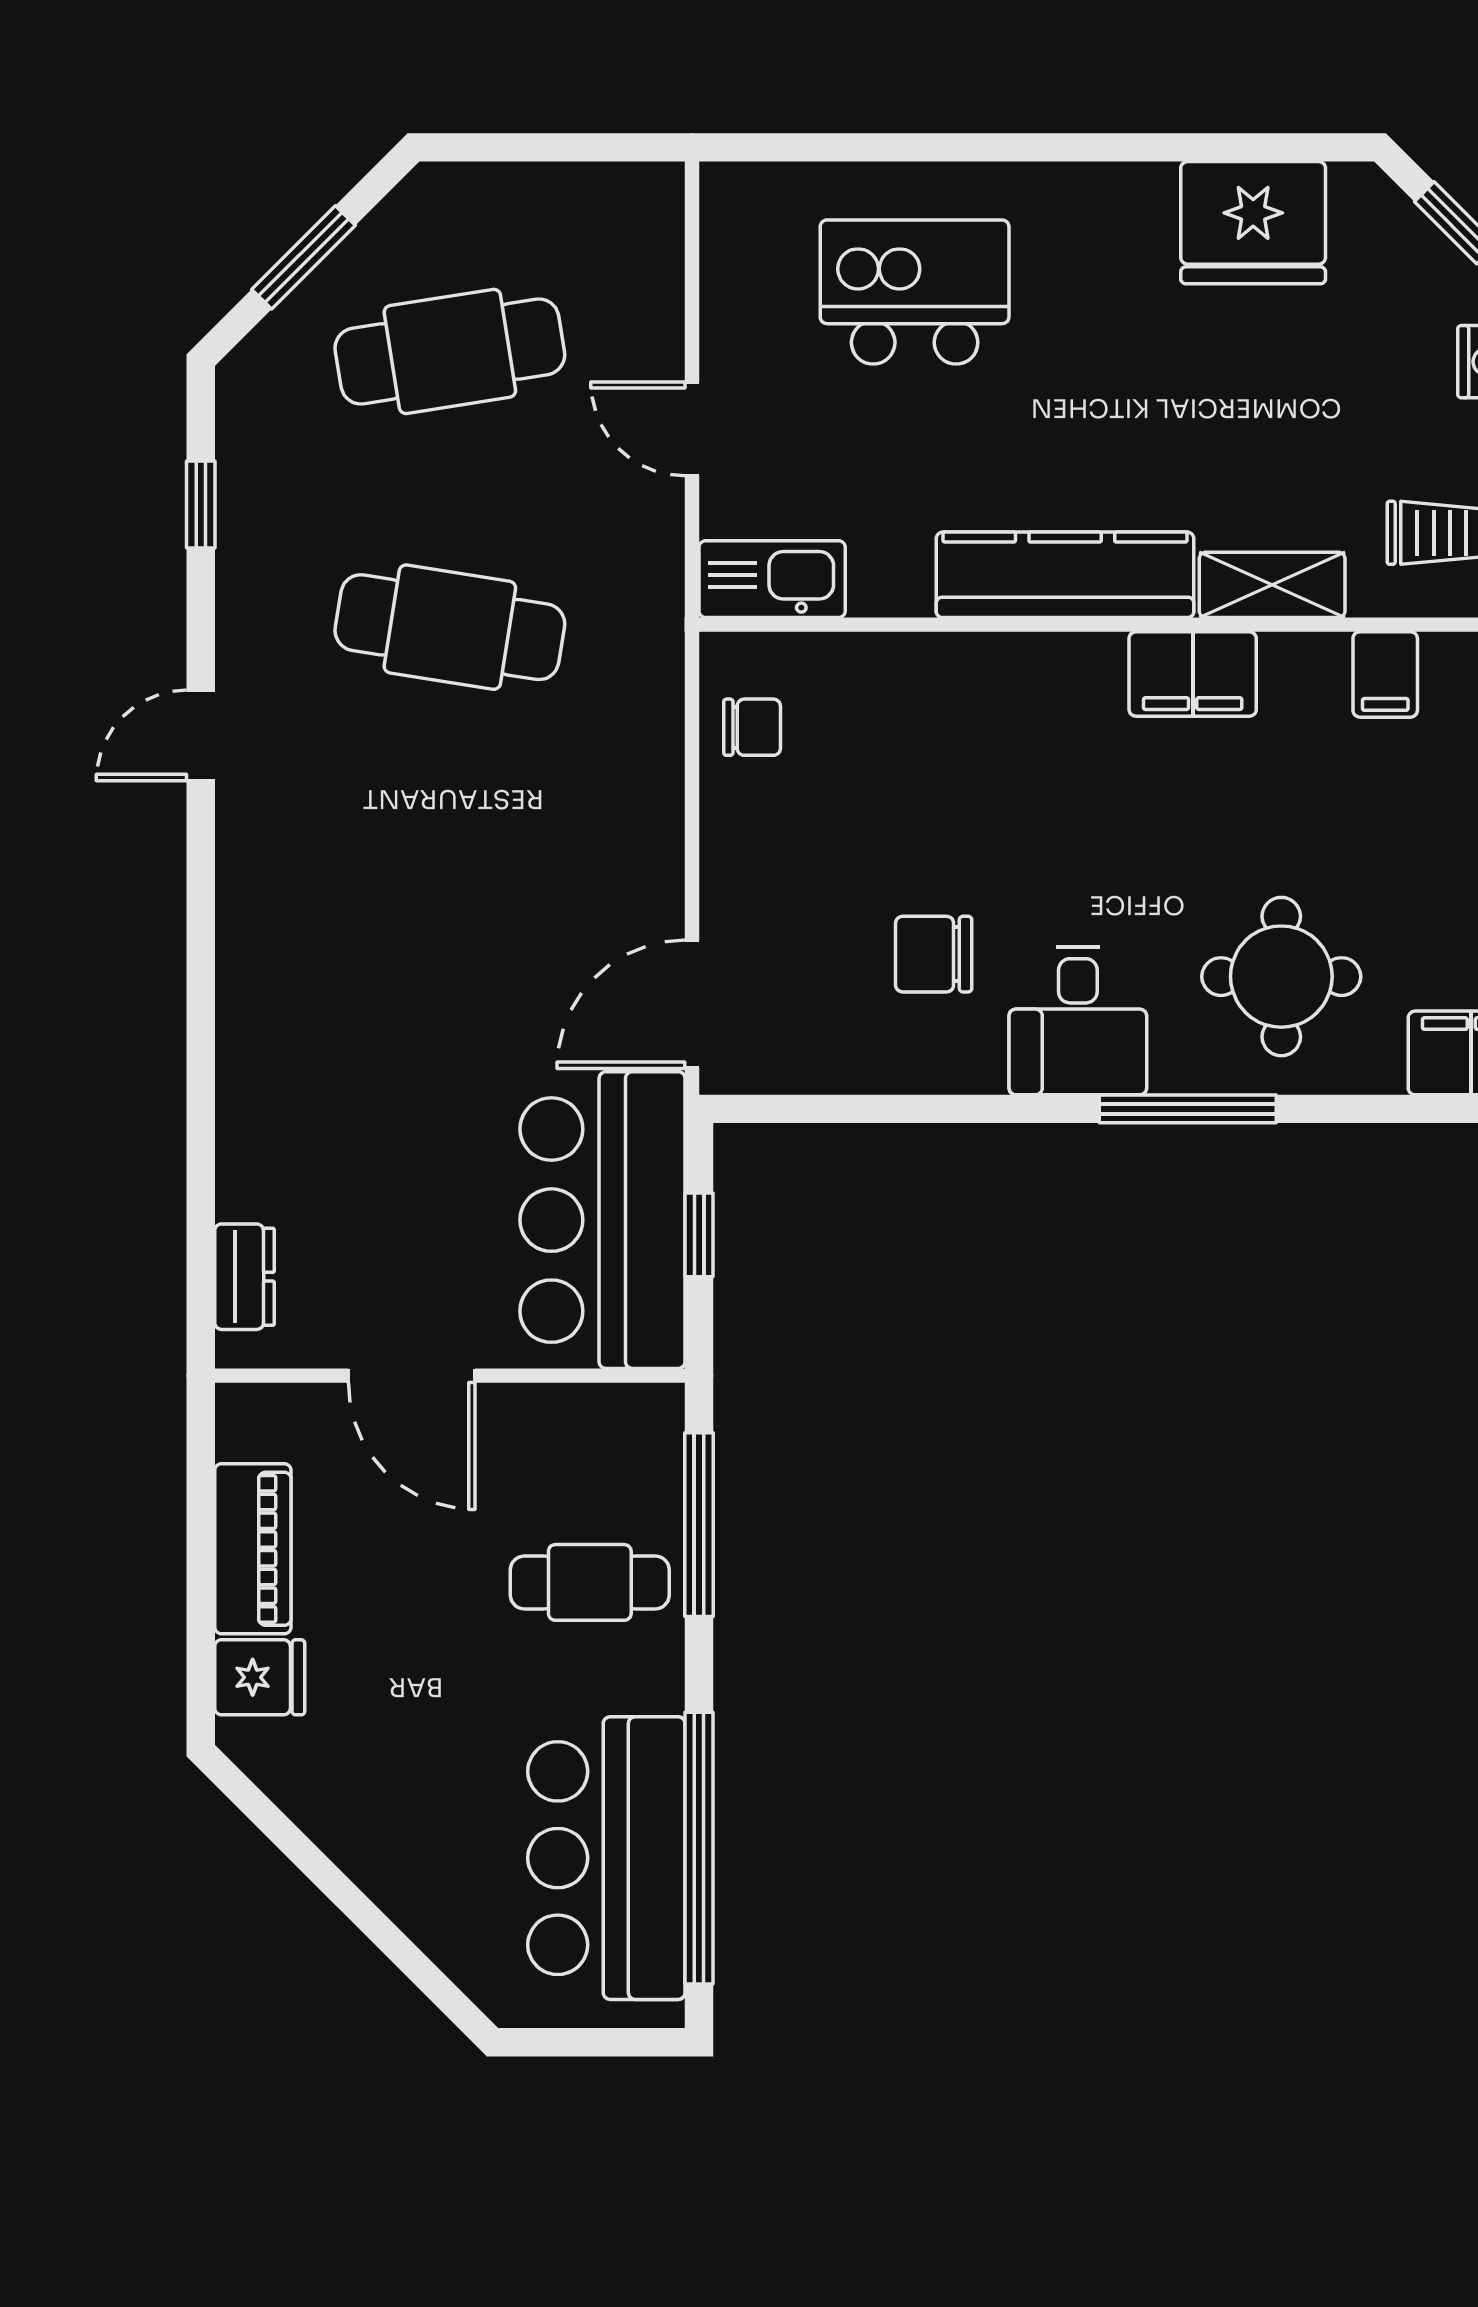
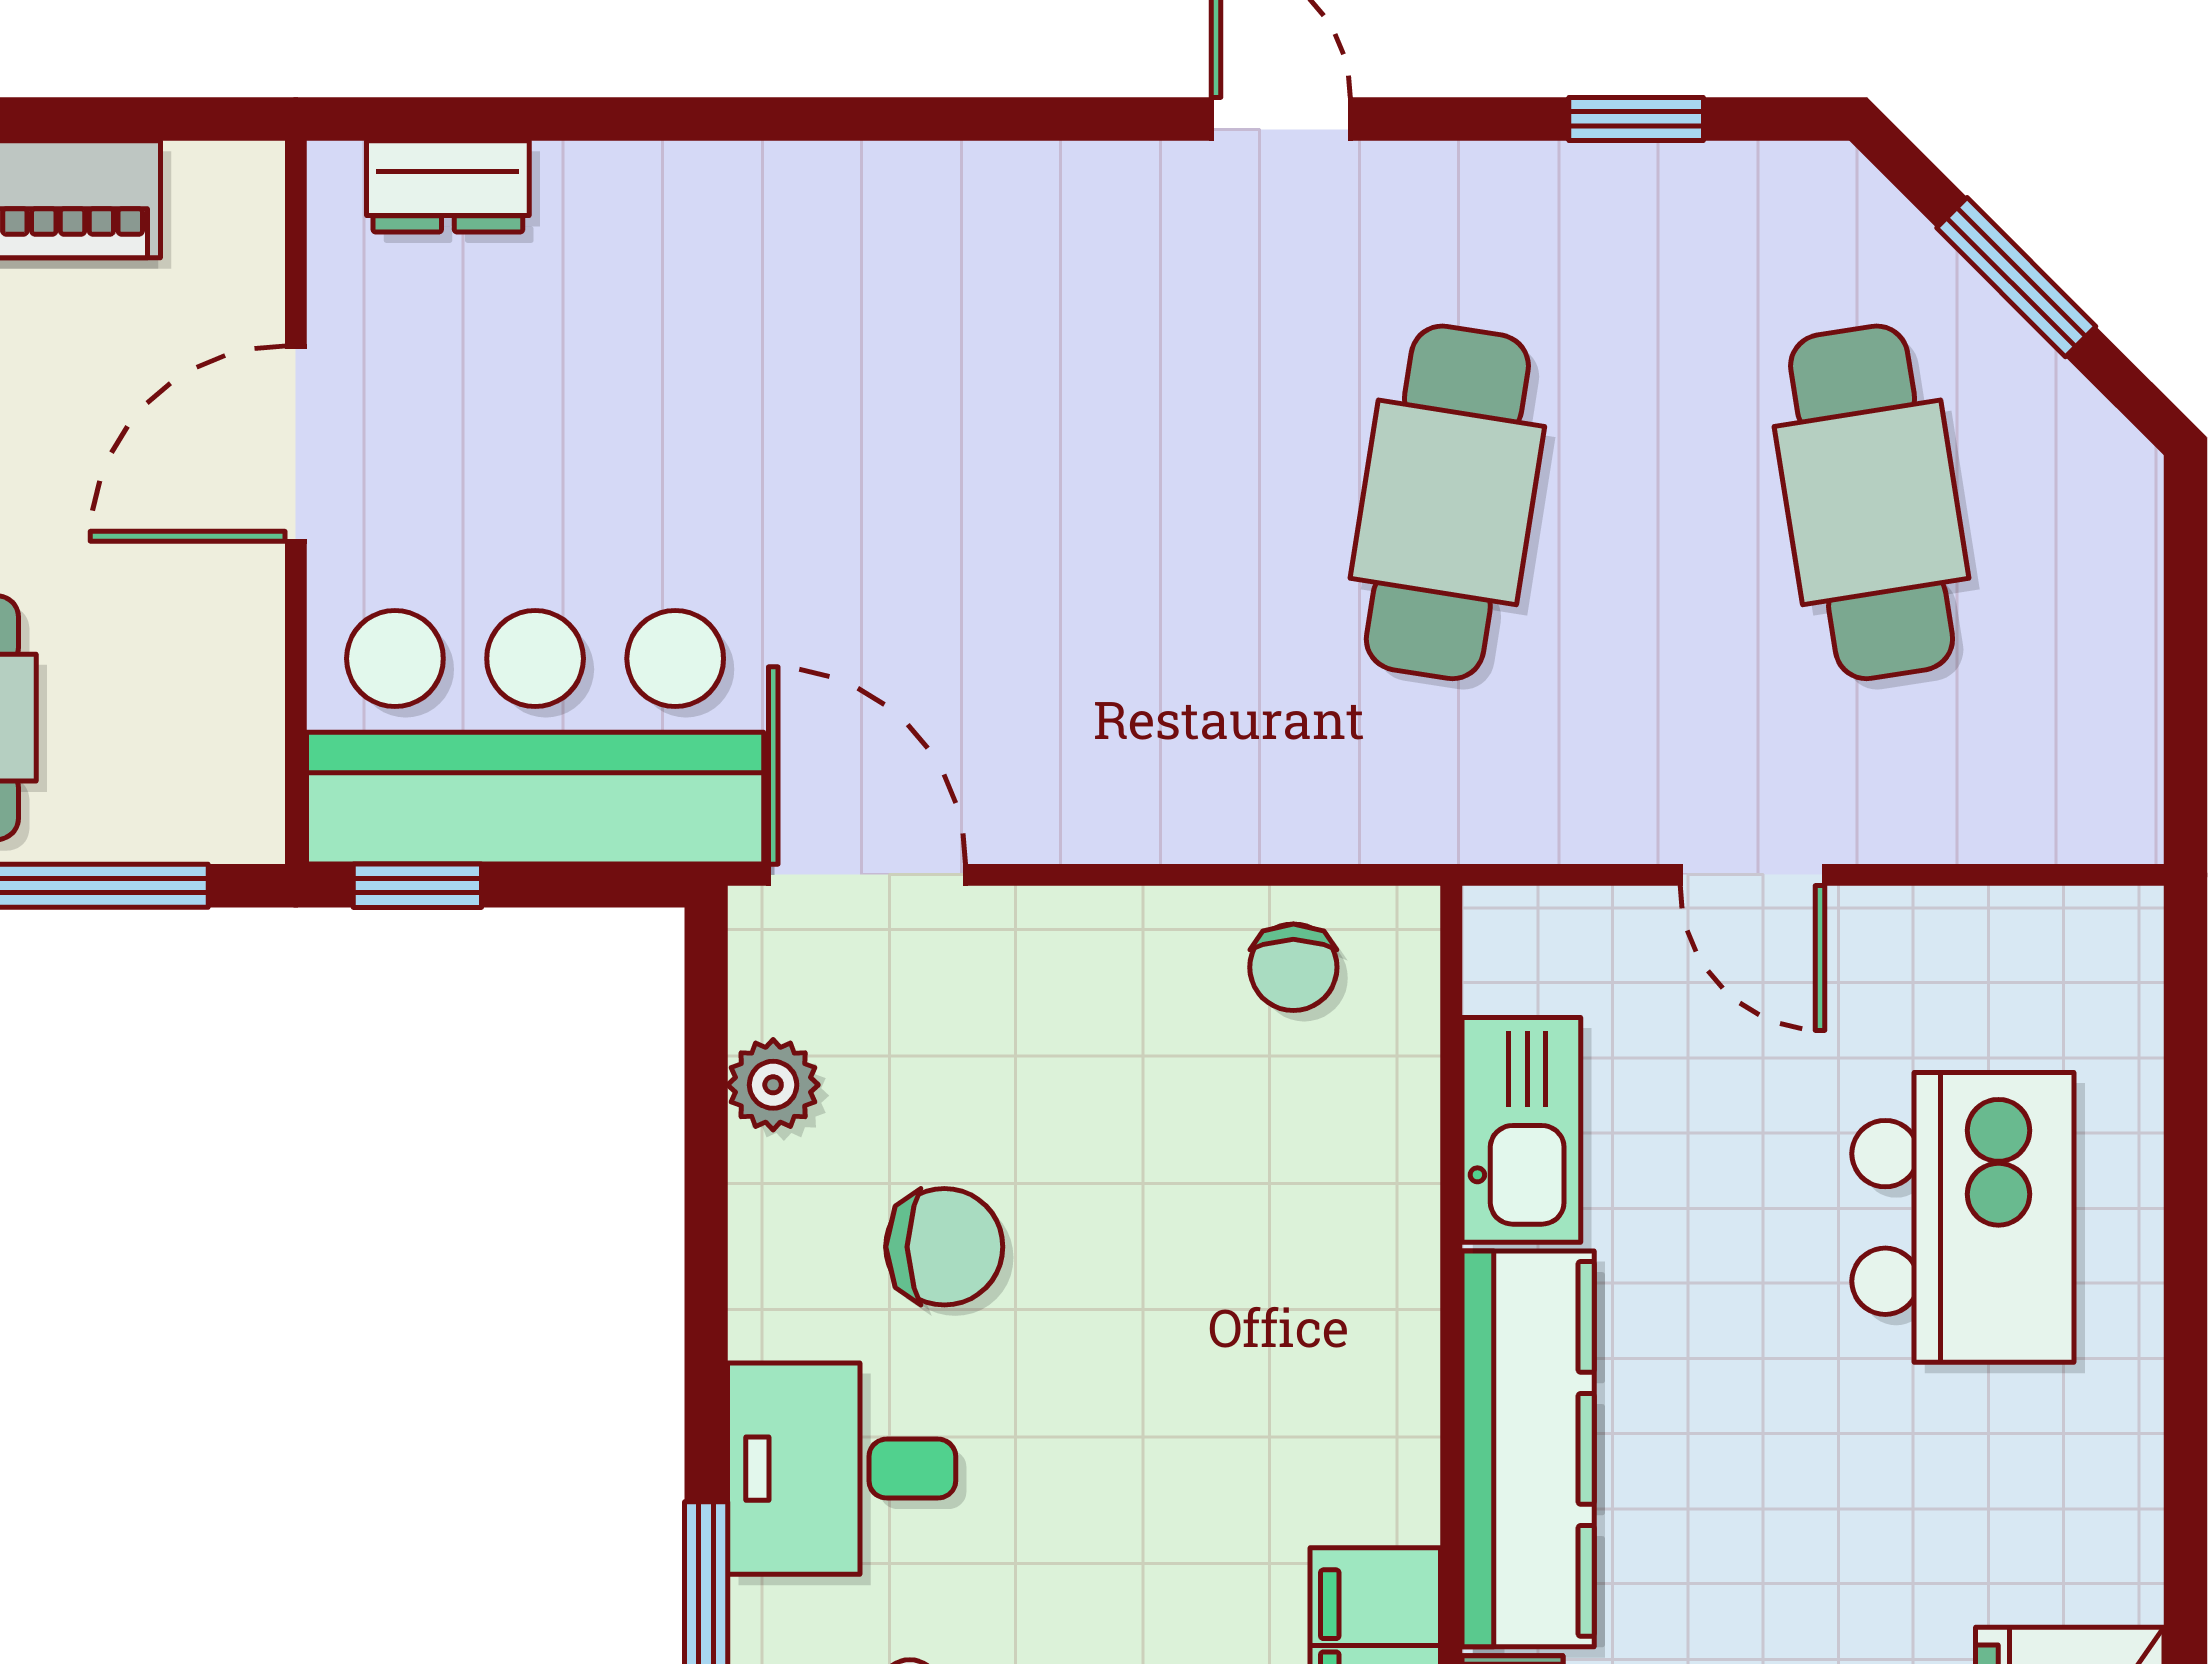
door: (692, 429) -> (1752, 875), swing flipped
kitchen sink: (772, 579) -> (1521, 1130), moved
chair: (934, 954) -> (944, 1247), turned 90
plant: (828, 1065) -> (773, 1085), added
window: (699, 1235) -> (417, 886), moved

